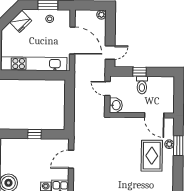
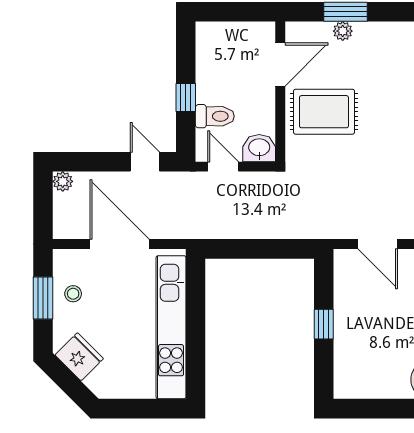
door: (72, 40) -> (120, 244), hinge flipped
toilet: (142, 85) -> (215, 116), moved
door: (107, 88) -> (223, 167), swing flipped
rug: (152, 156) -> (324, 112), moved

